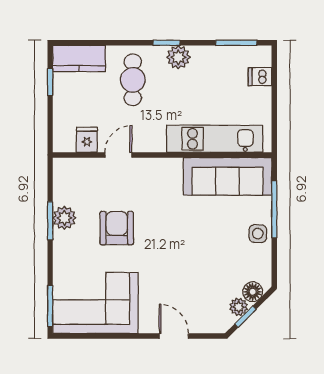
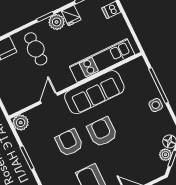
fridge: (87, 140) -> (71, 15), moved, turned 180
sofa: (227, 176) -> (94, 92), moved
plant: (64, 218) -> (21, 123), moved
armchair: (168, 235) -> (102, 132), added

